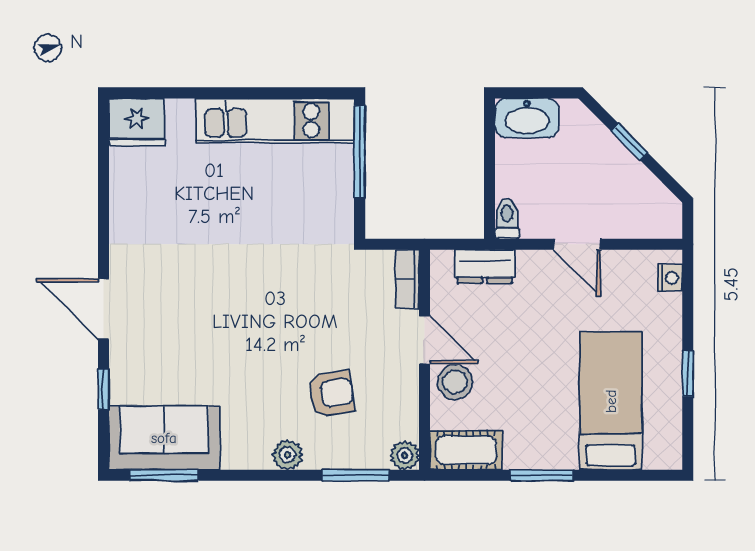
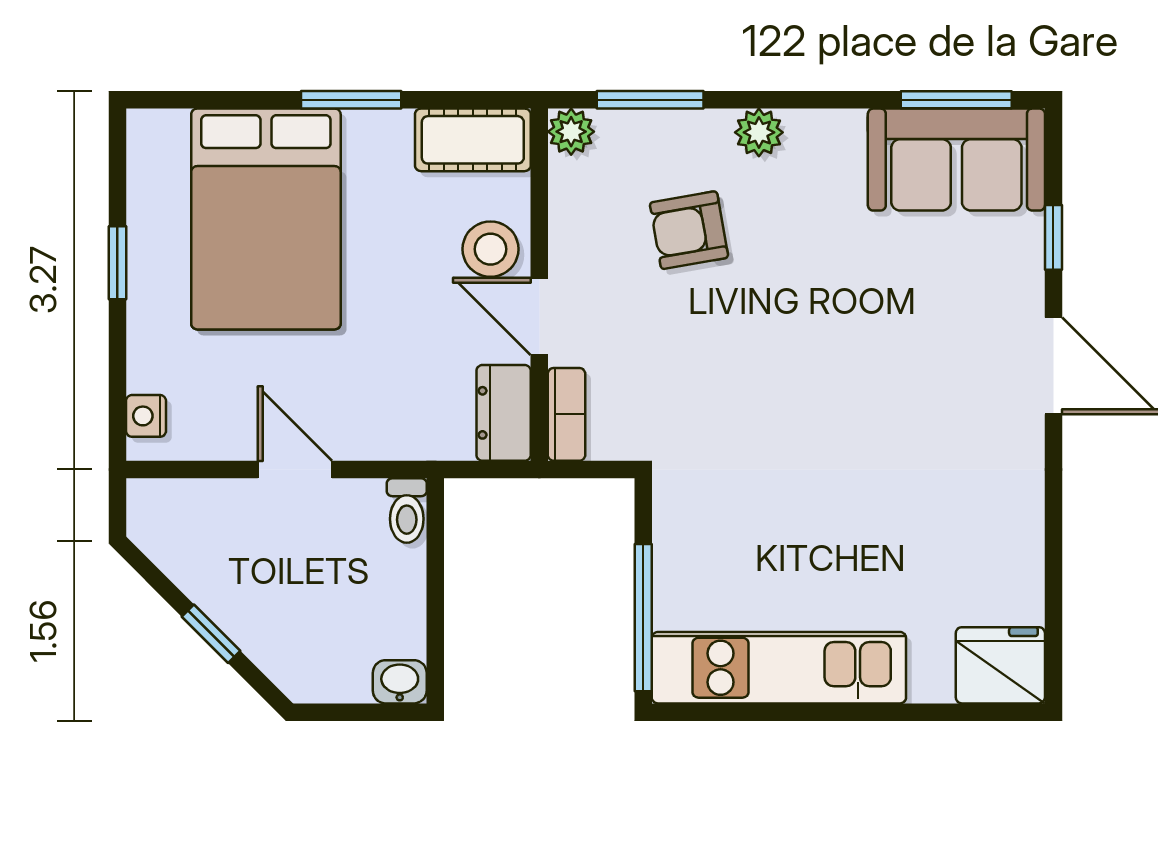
washbasin: (527, 118) -> (400, 682), width x0.52, depth x0.69
dresser: (485, 267) -> (504, 413), moved, turned -90
bed: (611, 401) -> (266, 219), width x1.50

